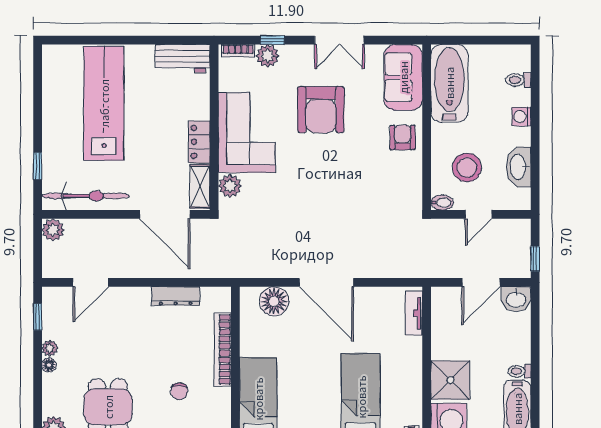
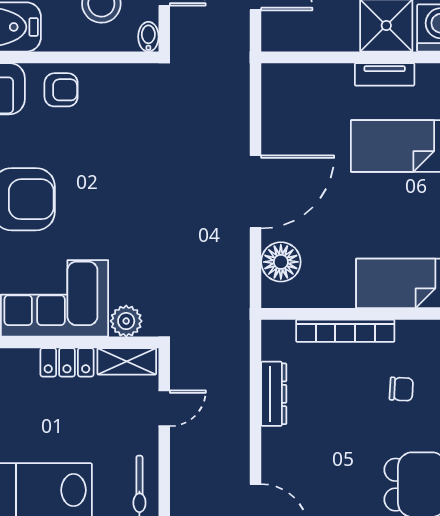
armchair: (402, 137) -> (61, 90), turned 180
door: (165, 214) -> (164, 408), width x0.53
tv unit: (414, 313) -> (385, 74), moved

